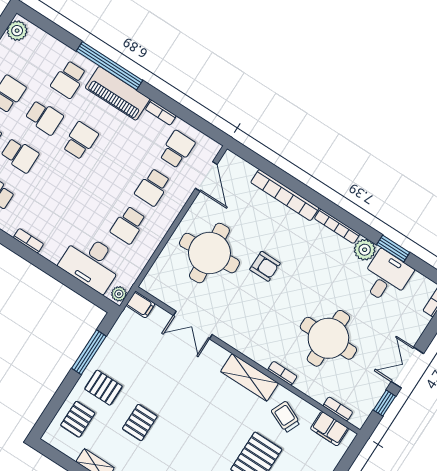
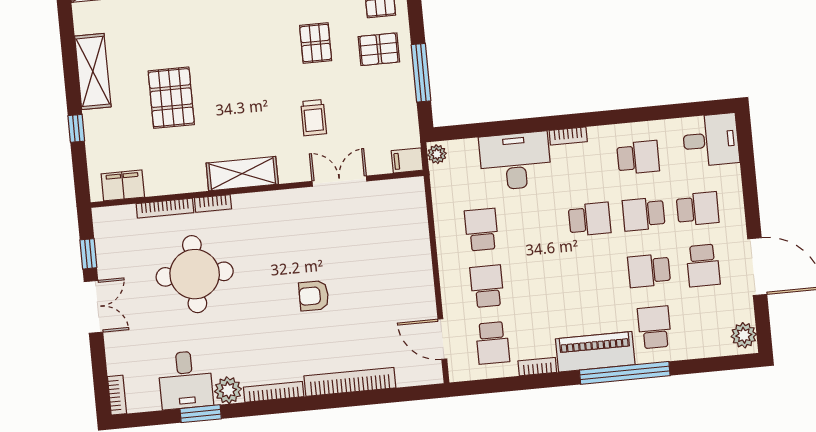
school desk: (80, 141) -> (590, 219), moved, turned -90
round table: (209, 253) -> (379, 266), removed
desk: (91, 263) -> (515, 161), moved
bookcase: (338, 409) -> (165, 208), moved, width x1.56
trolley: (286, 417) -> (314, 118), moved, turned 66

